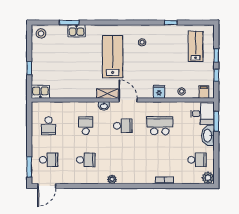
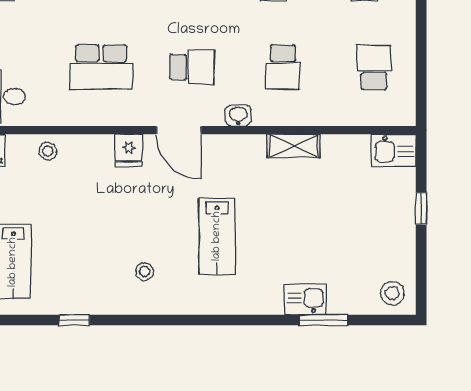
lab bench: (113, 57) -> (217, 236), width x0.73, depth x0.72
fridge: (159, 92) -> (129, 150), moved
shelving: (107, 94) -> (293, 146), moved
school desk: (123, 126) -> (192, 67), turned 180

